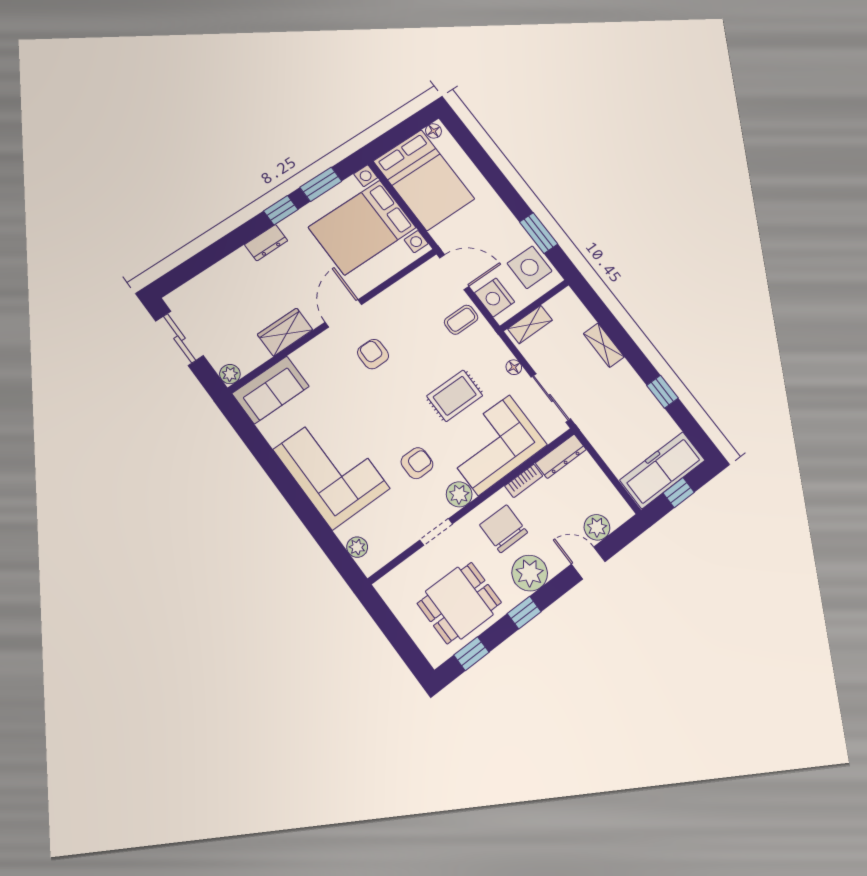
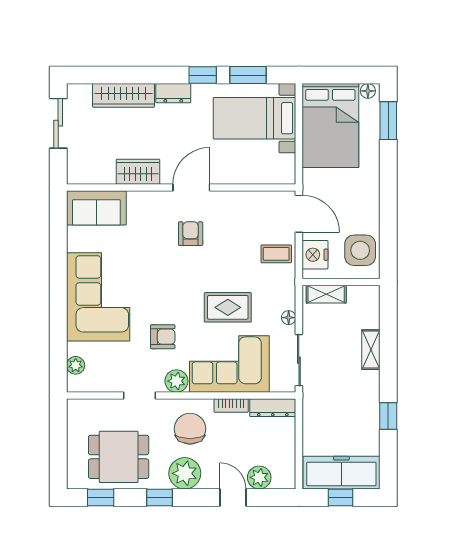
bed with nightstands: (362, 227) -> (255, 118), width x0.73
window: (539, 233) -> (388, 121), moved
wardrobe: (222, 274) -> (124, 95), added
plant: (230, 374) -> (76, 175), removed

